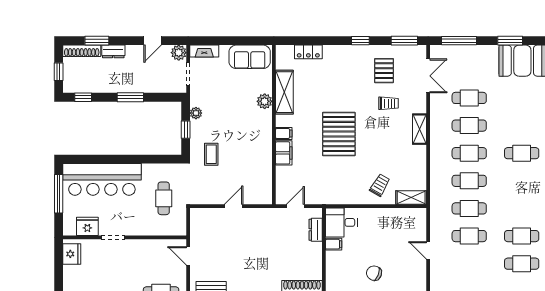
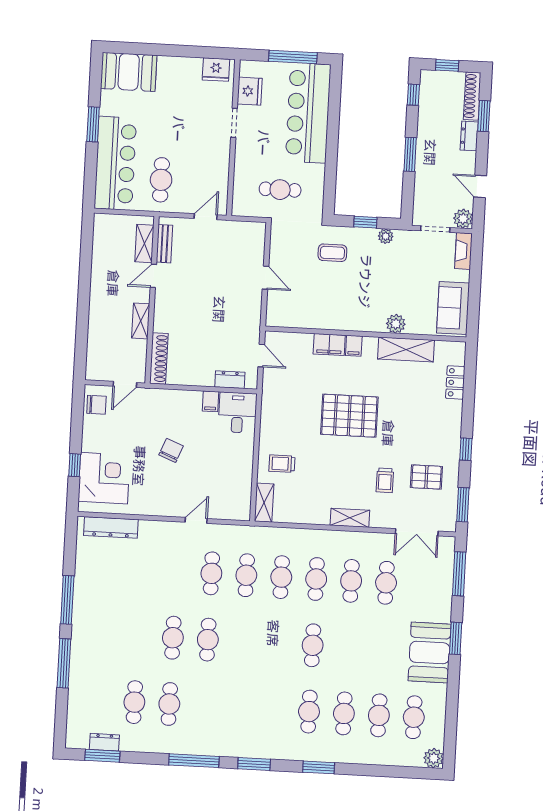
trolley: (380, 185) -> (282, 464), turned 150

